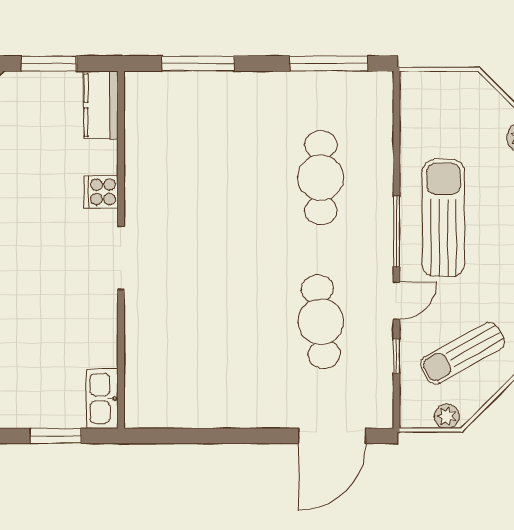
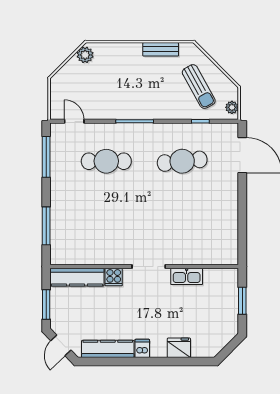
kitchen counter: (101, 105) -> (77, 277), width x1.50
sun lounger: (443, 218) -> (128, 97), removed
door: (396, 301) -> (74, 121), moved
kitchen sink: (102, 399) -> (187, 276), moved
plant: (447, 416) -> (232, 107), moved

